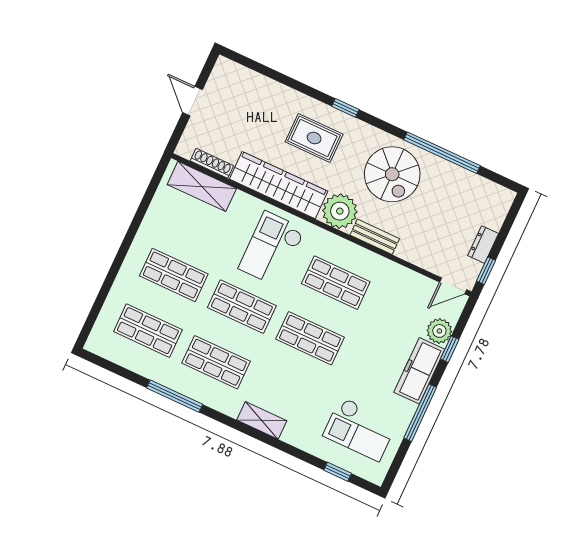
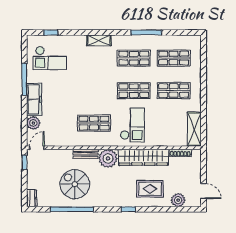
plant: (253, 84) -> (178, 200), added
door: (192, 101) -> (203, 191), moved
rug: (314, 138) -> (150, 189), moved
spiral stairs: (392, 174) -> (75, 184), moved
shelving: (202, 186) -> (194, 129), moved, turned 90
dresser: (483, 245) -> (32, 198), moved
shop shelf: (310, 338) -> (94, 91), removed
window: (450, 349) -> (24, 117), removed
checkout: (360, 429) -> (50, 58), turned 180

